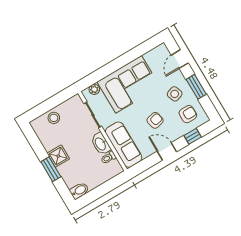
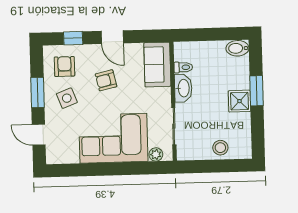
door: (180, 59) -> (39, 135), swing flipped
armchair: (188, 114) -> (64, 67), turned 90
sofa: (124, 145) -> (157, 65), width x0.73

